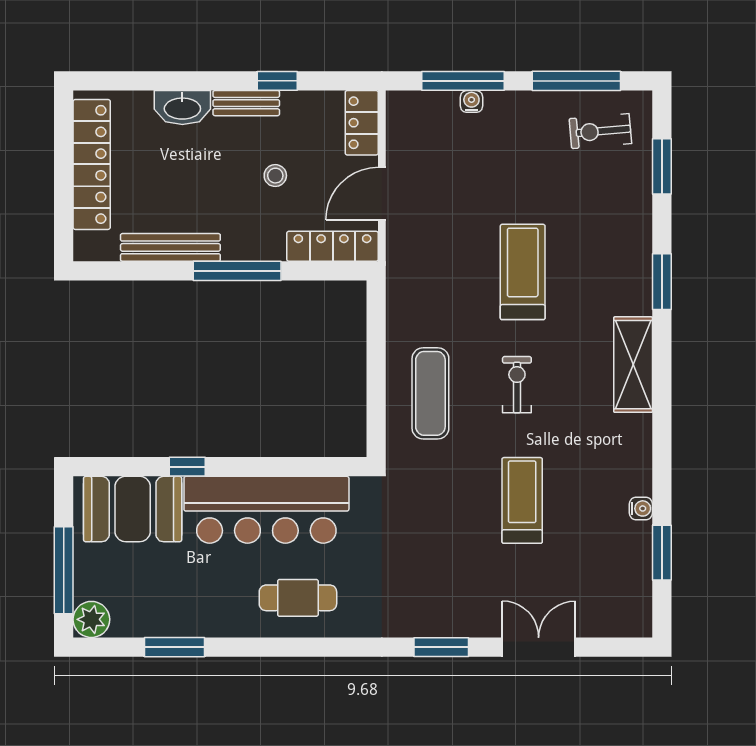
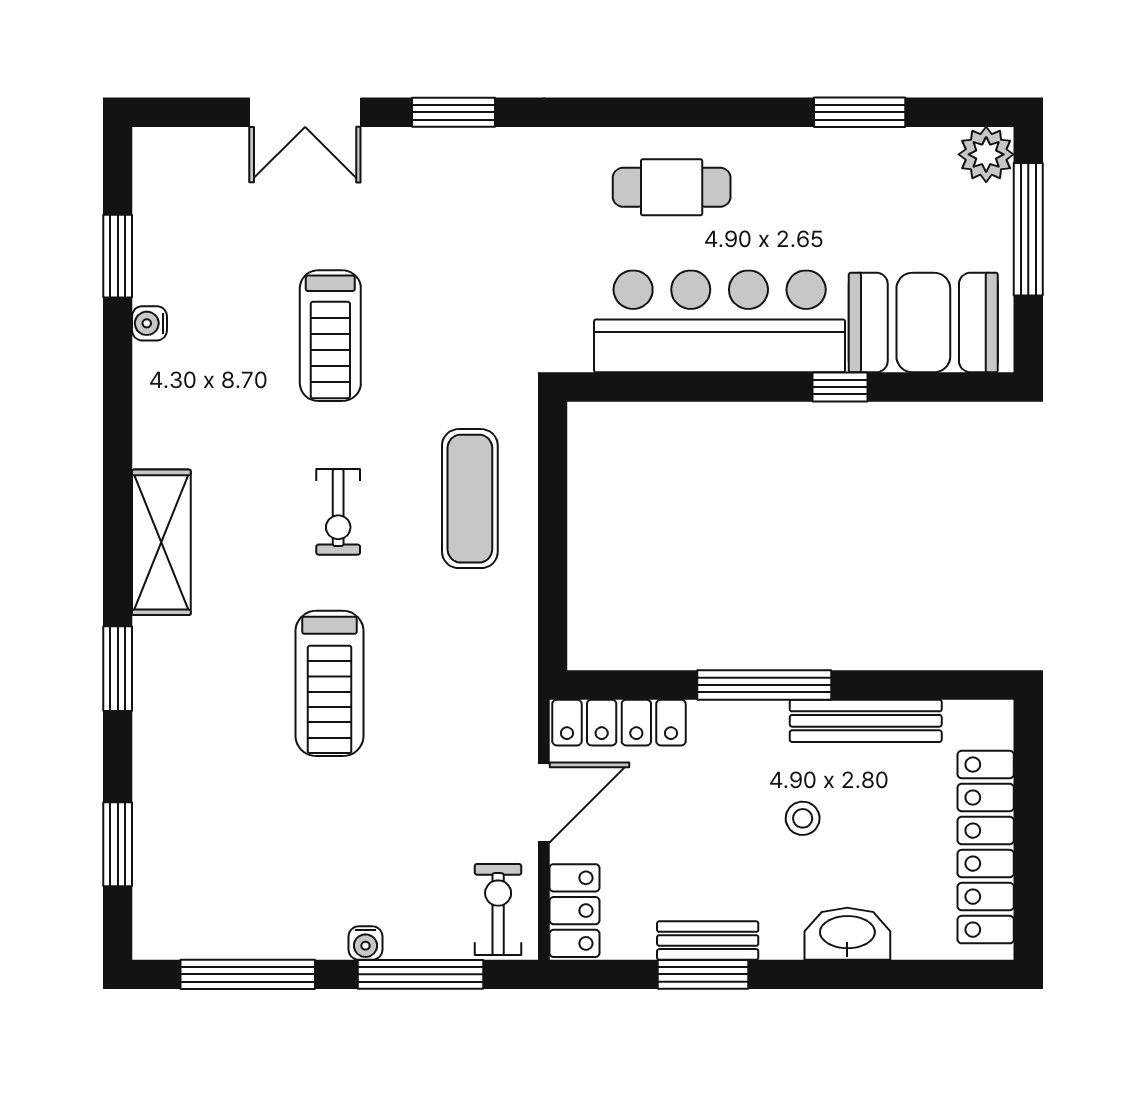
window: (277, 81) -> (703, 974), width x1.50
water cooler: (471, 101) -> (365, 943), moved
bench: (246, 103) -> (708, 940), moved
exercise bike: (600, 131) -> (498, 910), moved, turned -85
stool: (275, 176) -> (803, 818), moved

